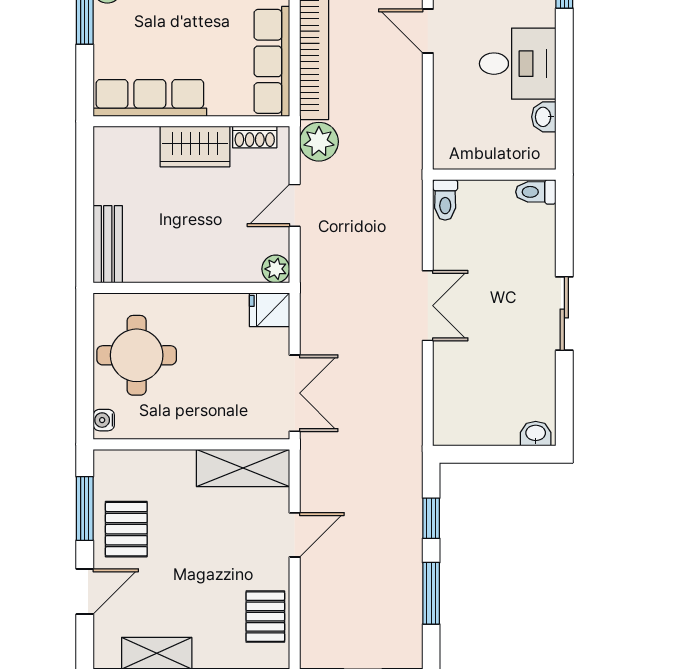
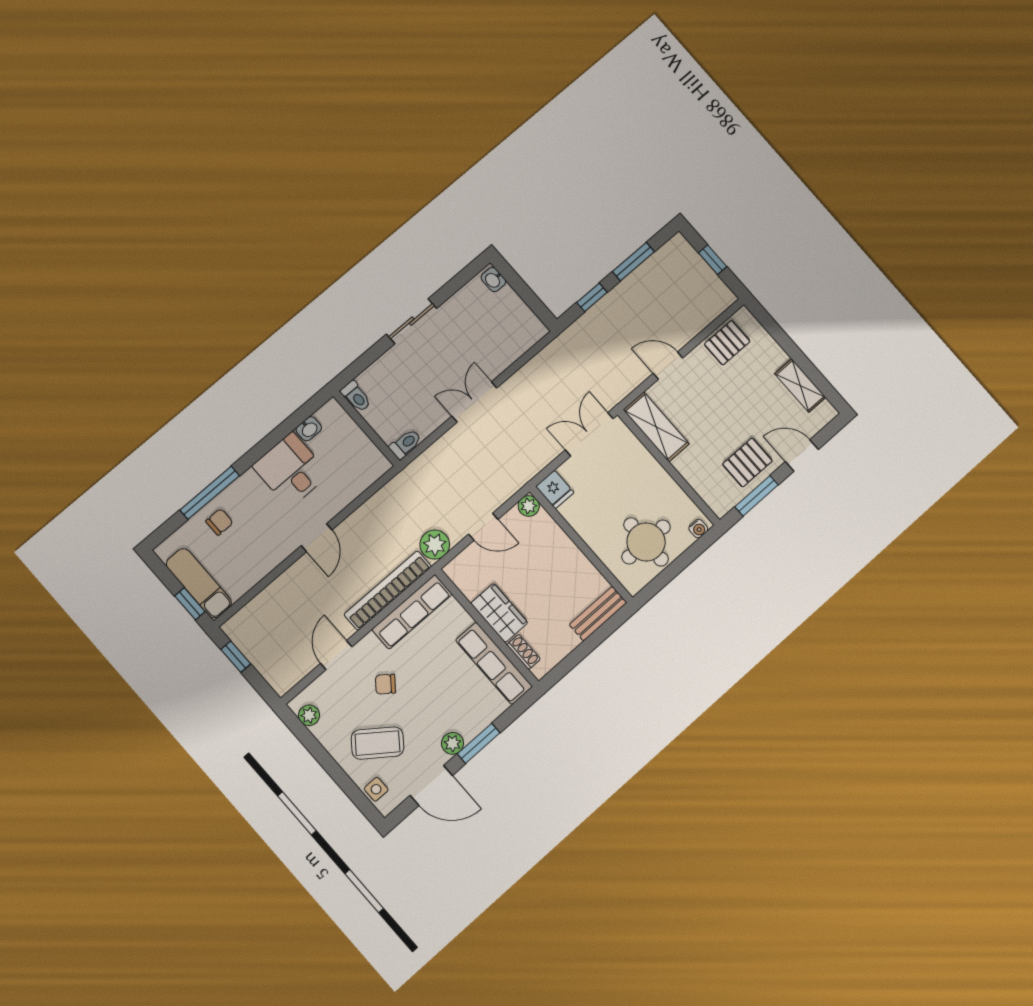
shoe rack: (255, 137) -> (524, 652), moved

